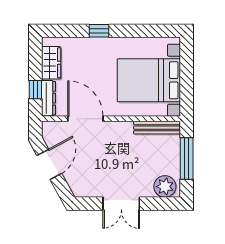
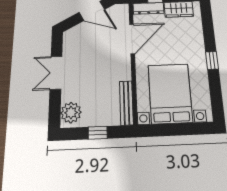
window: (99, 31) -> (212, 60), moved
window: (187, 158) -> (98, 133), width x0.46

